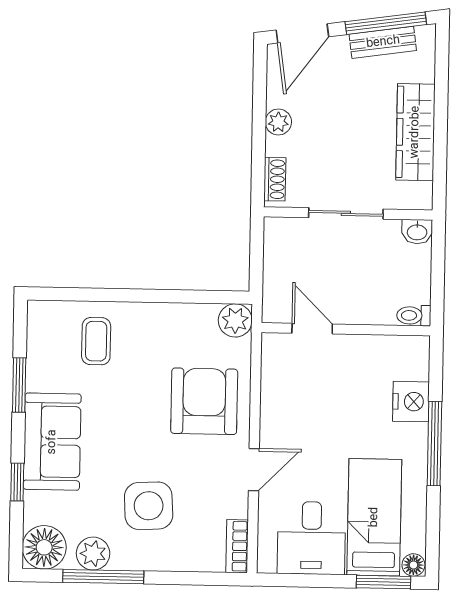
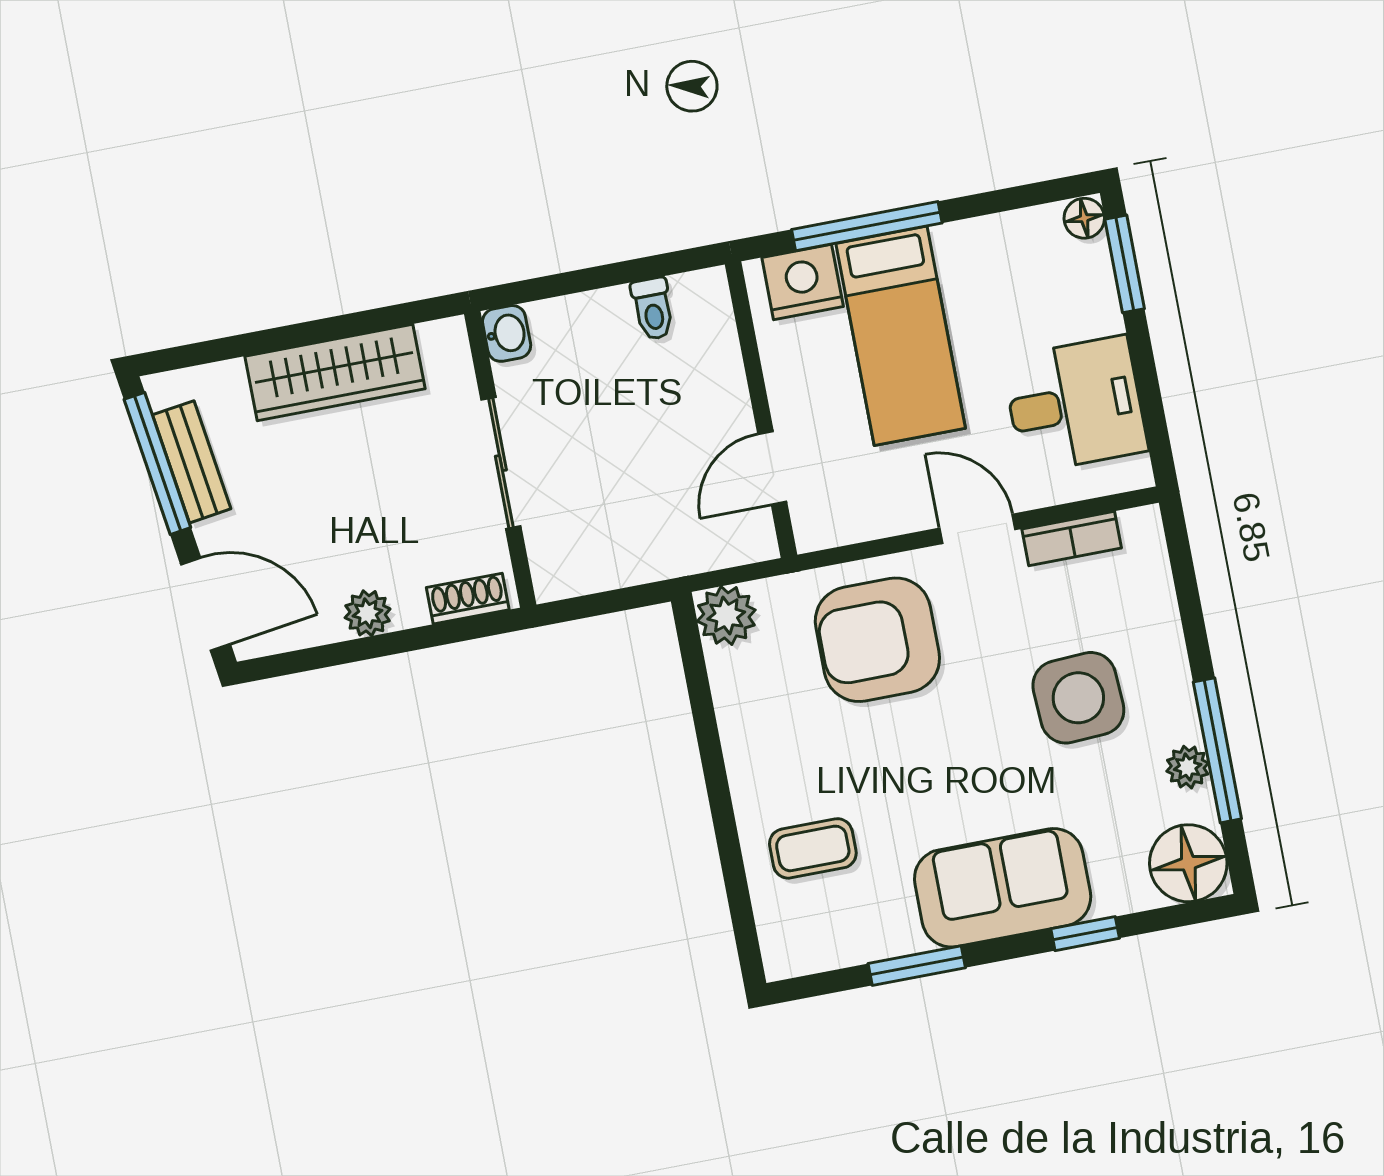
door: (312, 329) -> (772, 468), moved
wall: (346, 329) -> (761, 410), moved
bed: (374, 517) -> (901, 336), moved, turned -90
bookcase: (237, 546) -> (1072, 539), moved
plant: (93, 554) -> (1188, 767), width x0.73, depth x0.73

